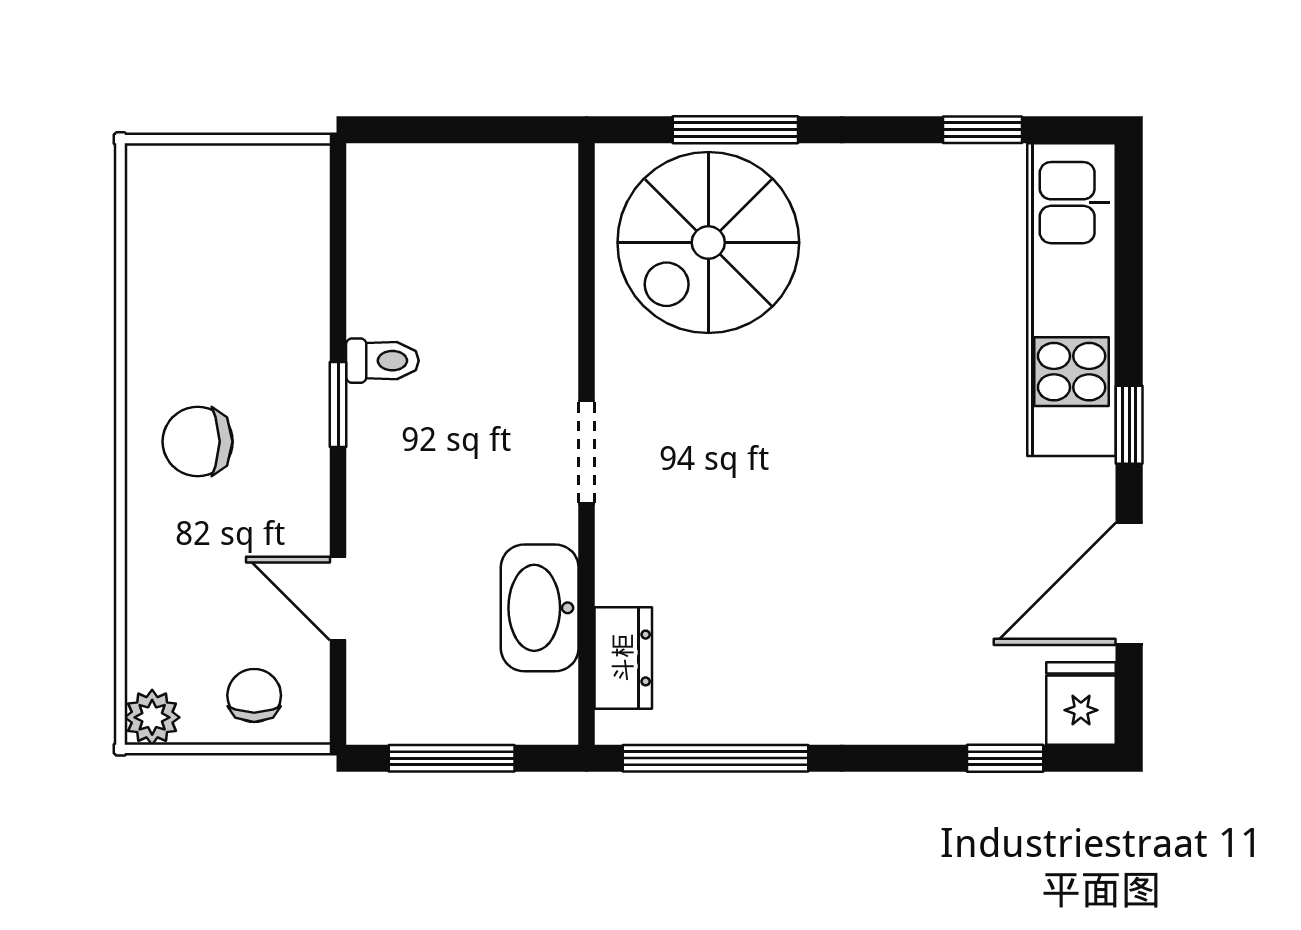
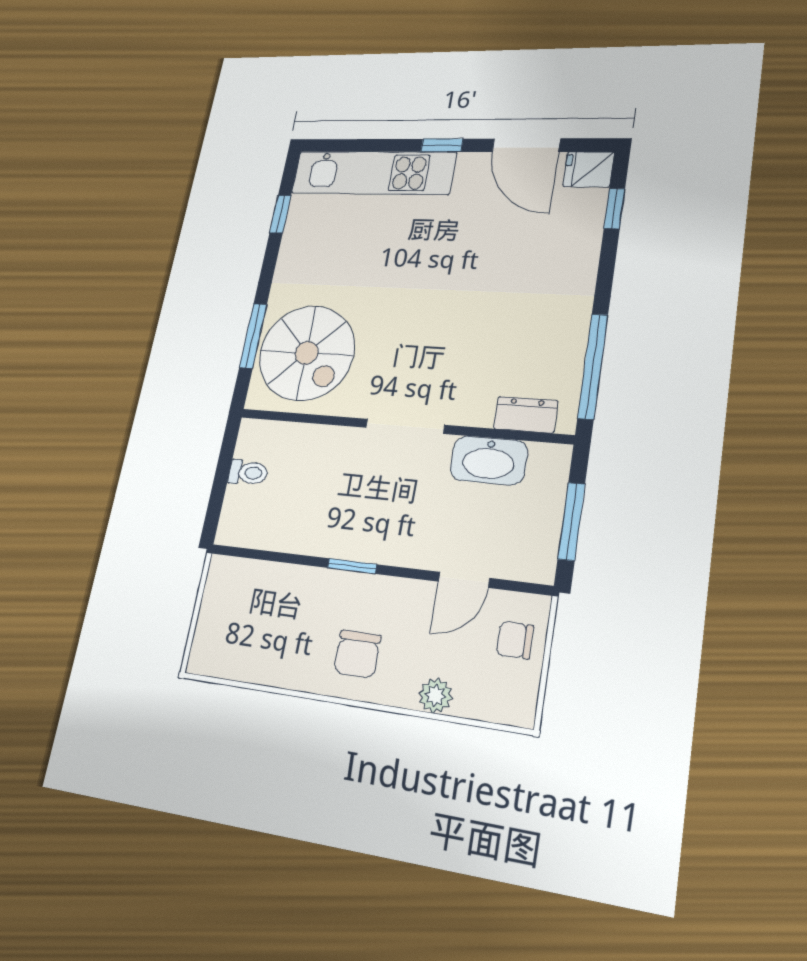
toilet: (382, 361) -> (248, 473), moved, turned 90
doorway: (587, 452) -> (405, 426), width x1.38
plant: (152, 717) -> (435, 695), moved

